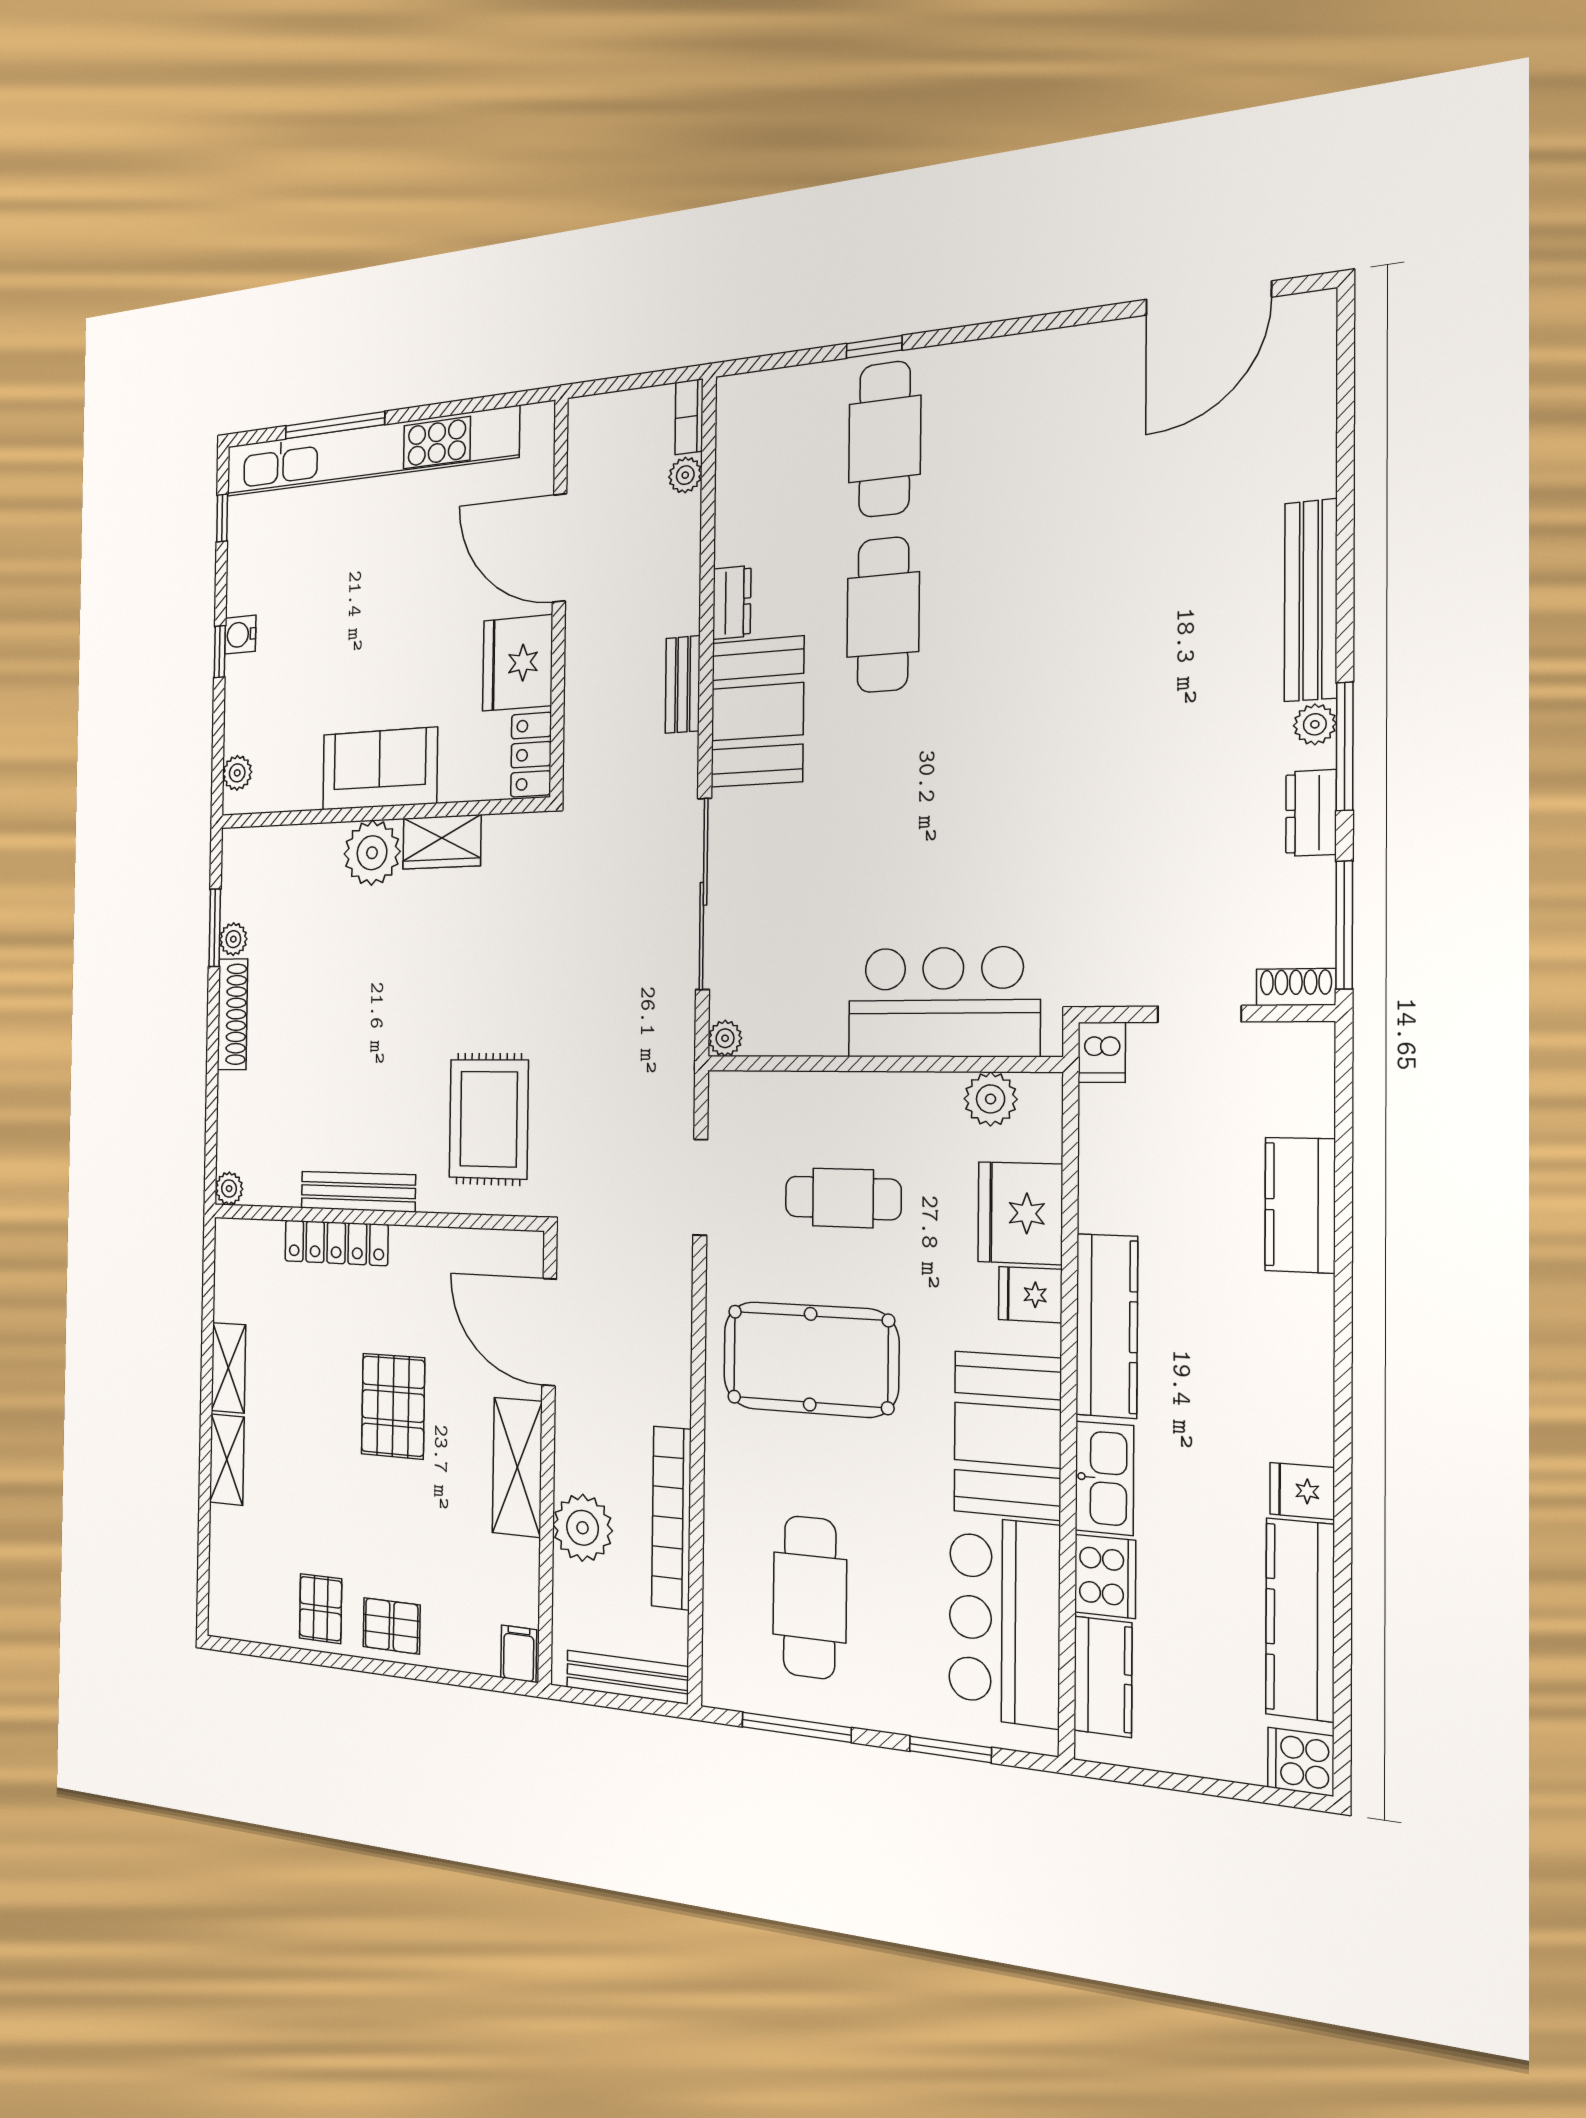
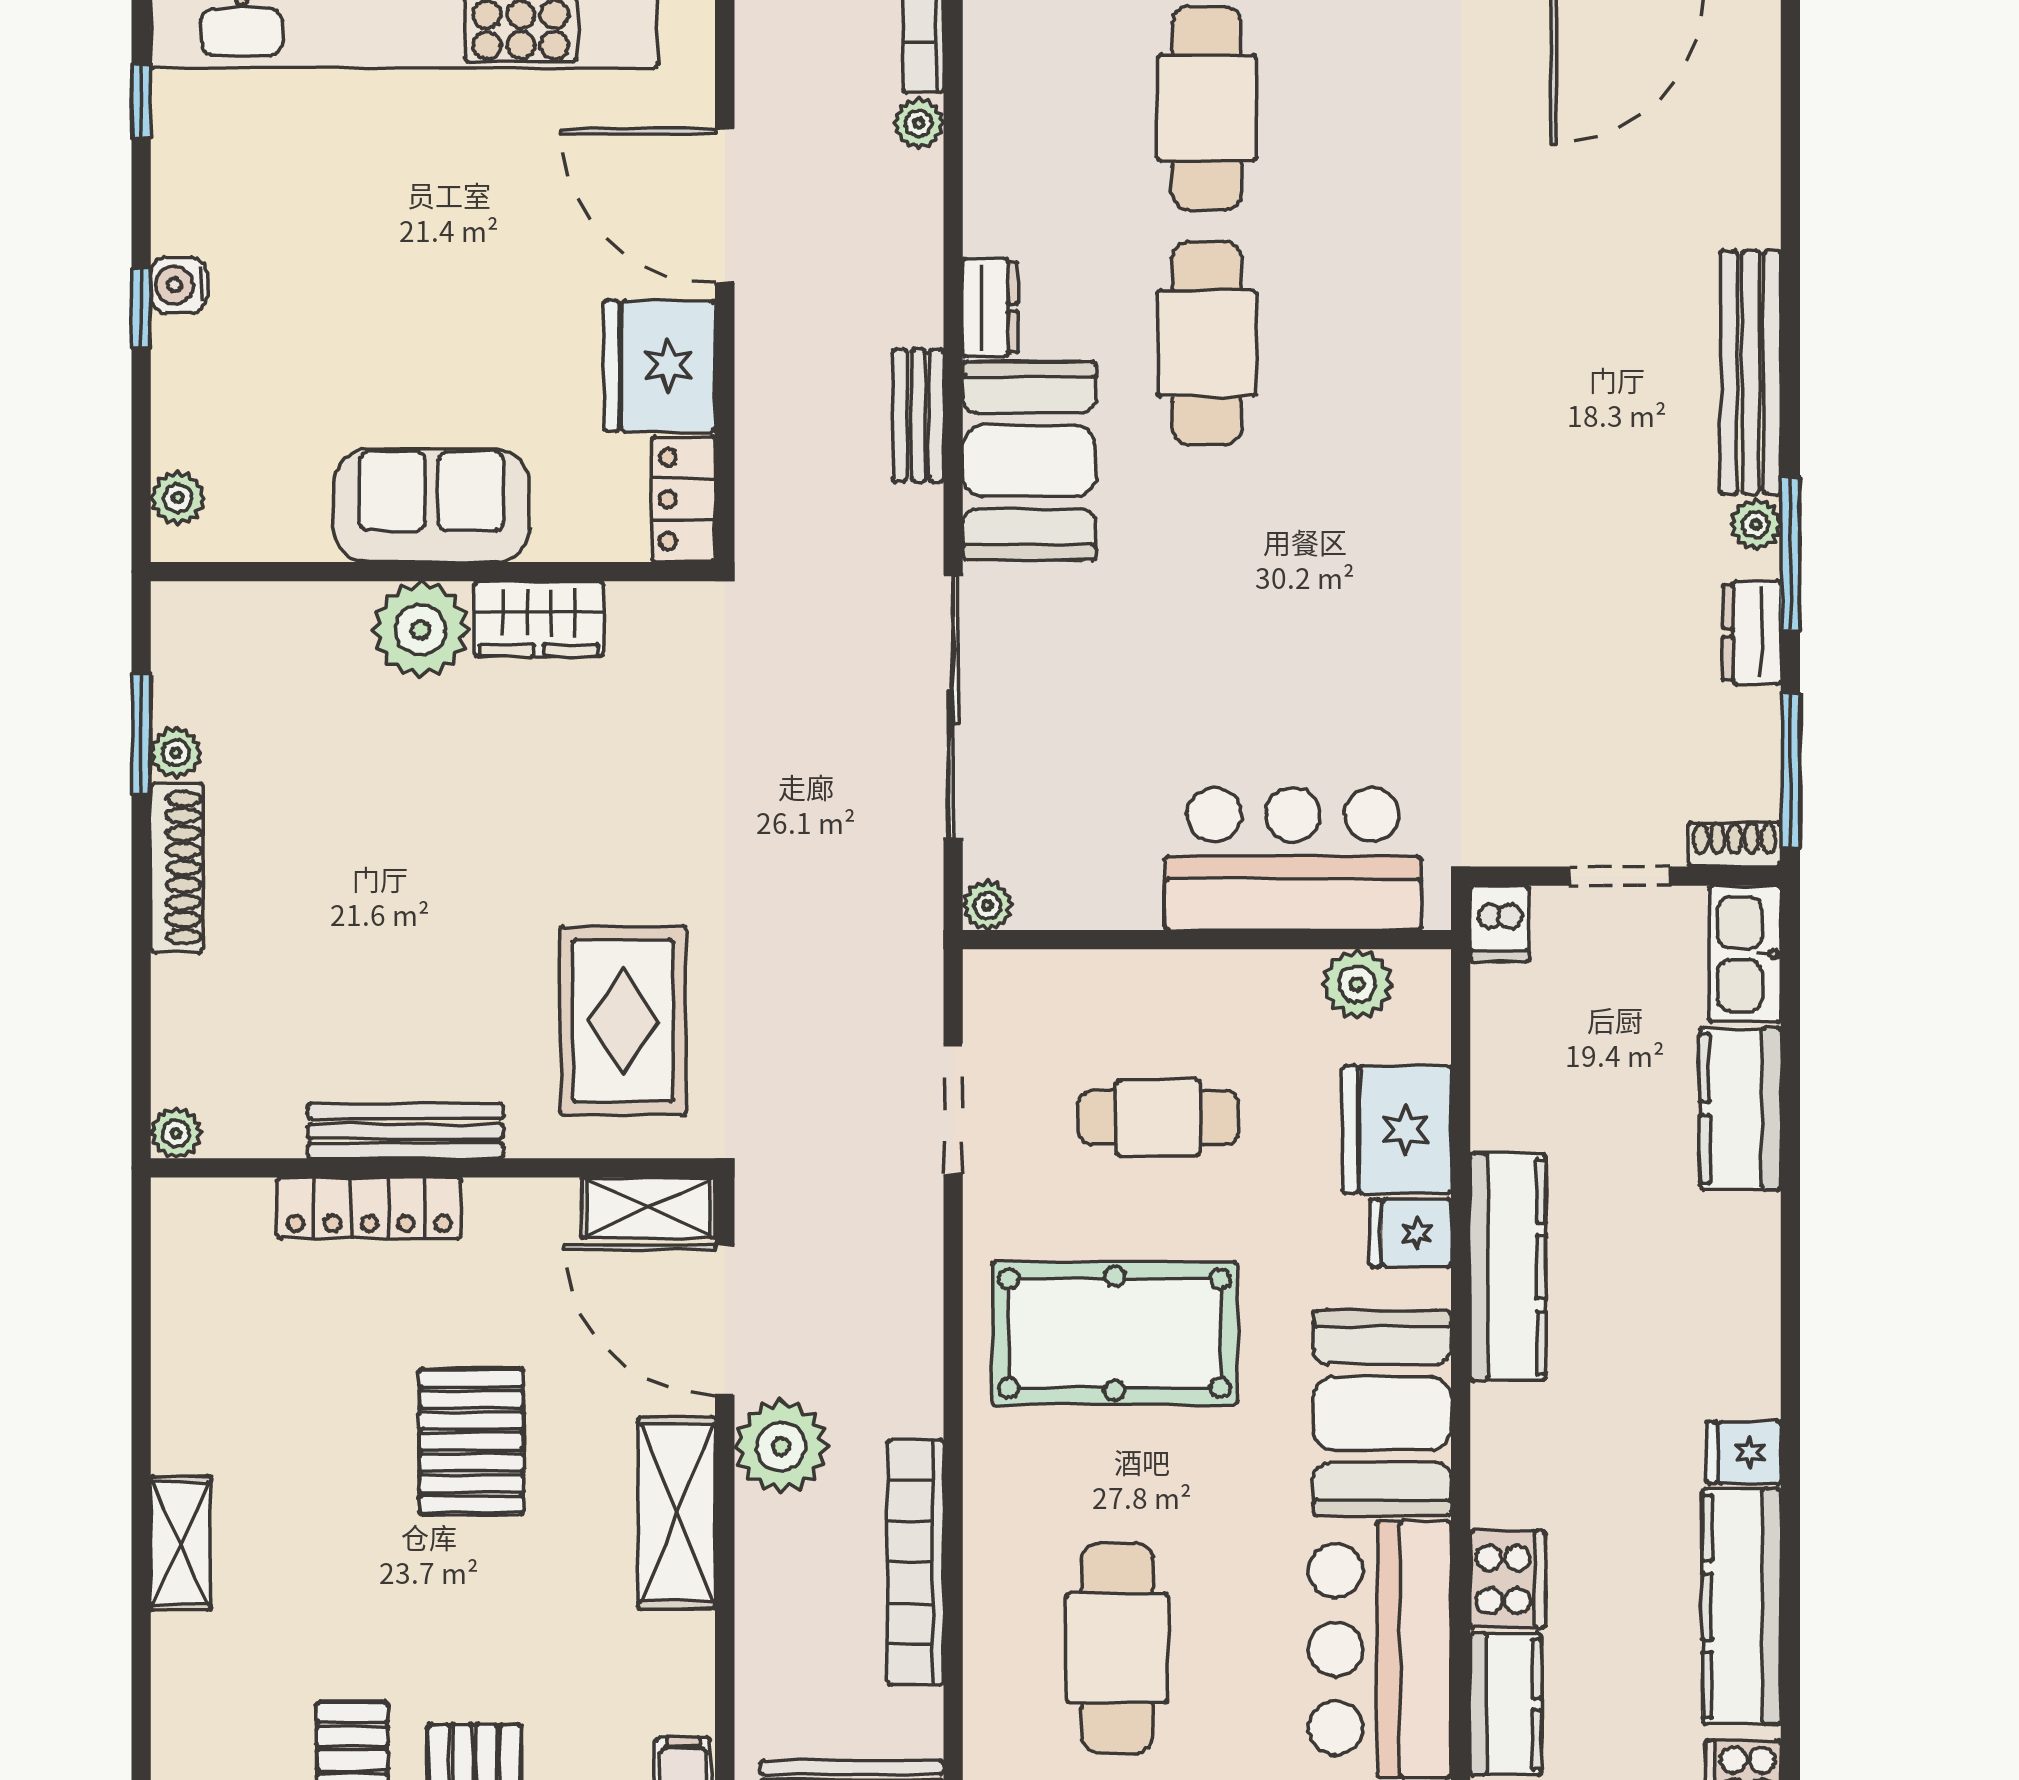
shelving: (228, 1368) -> (648, 1208), moved, turned 90
kitchen sink: (1104, 1478) -> (1745, 954), moved, turned 180
plant: (583, 1528) -> (781, 1446), moved

